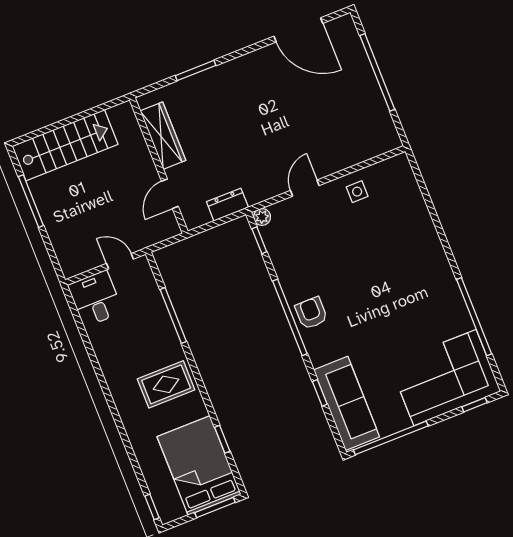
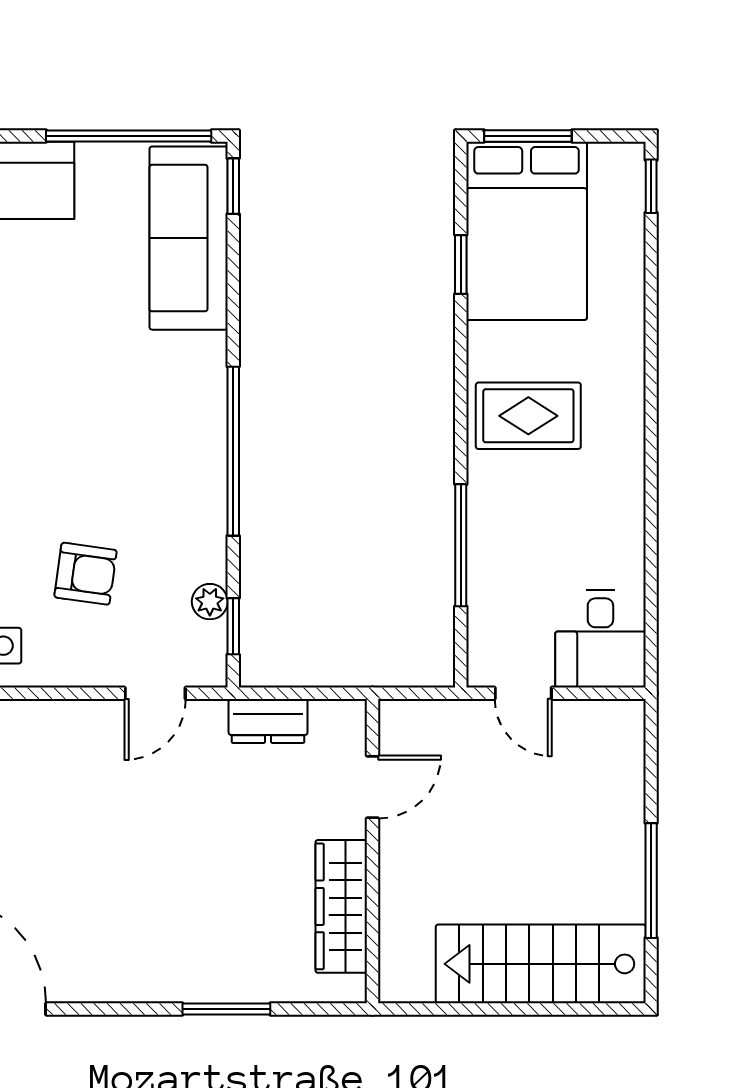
door: (305, 188) -> (155, 693), moved
plant: (262, 217) -> (210, 602), moved
armchair: (311, 313) -> (86, 574), moved, turned -82
window: (320, 393) -> (233, 186), moved

